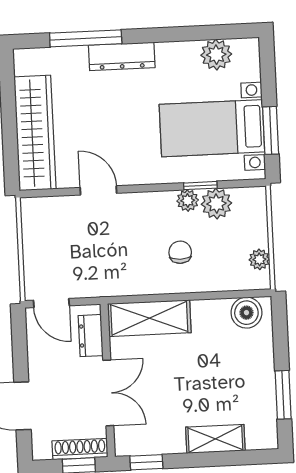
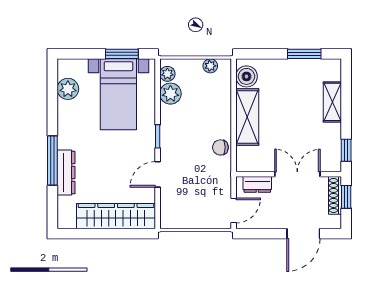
window: (86, 38) -> (52, 161), moved
dresser: (122, 56) -> (66, 173), moved
window: (200, 186) -> (158, 136), moved
plant: (188, 200) -> (167, 74), moved
chair: (180, 252) -> (220, 147), moved
shelving: (149, 318) -> (247, 117), moved

